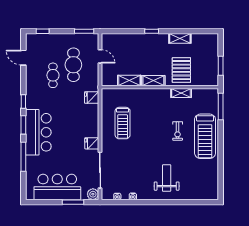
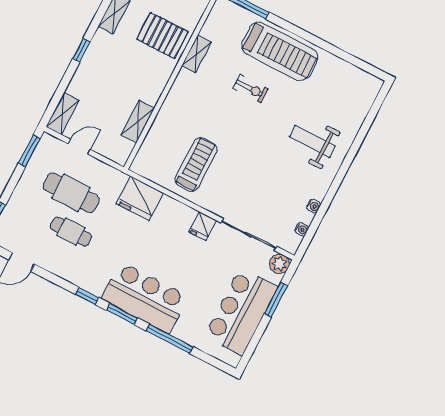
shelving: (153, 81) -> (63, 114), moved
fridge: (92, 97) -> (140, 198), width x1.88, depth x1.34
treadmill: (123, 123) -> (196, 165), turned -90

